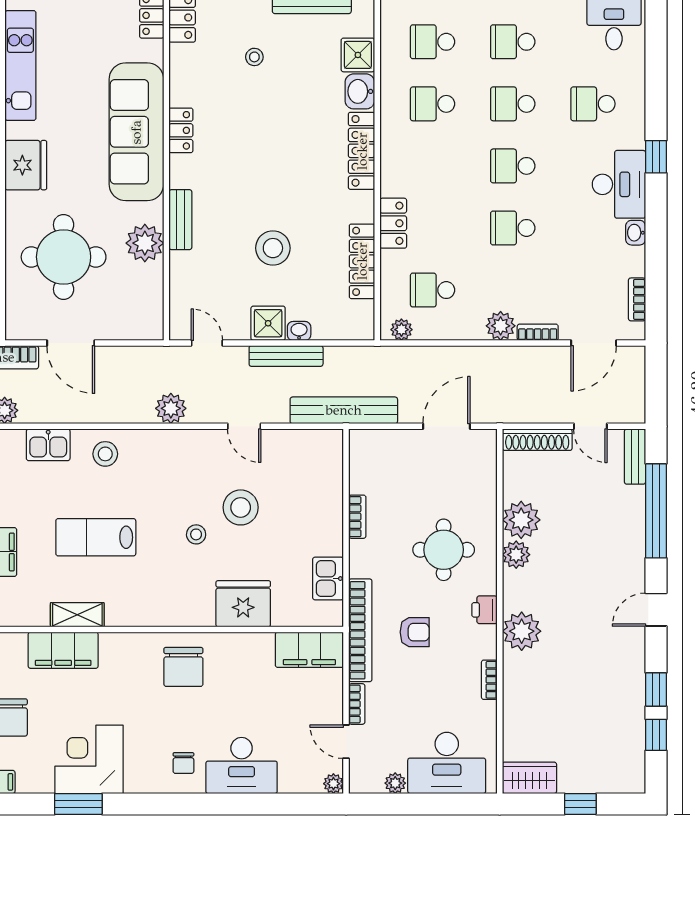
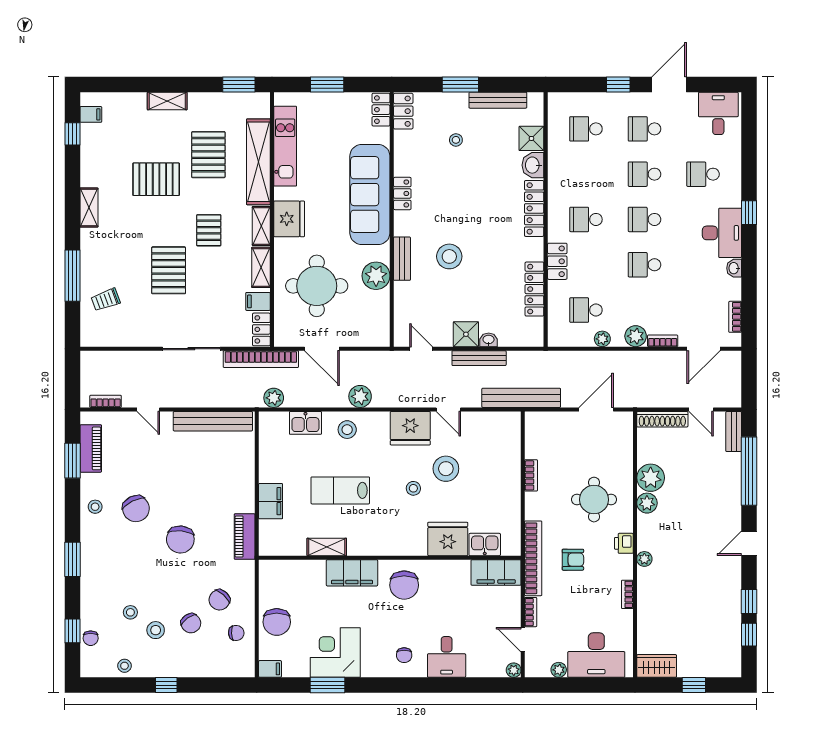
school desk: (433, 104) -> (586, 219), moved
stool: (273, 248) -> (449, 256), moved
plant: (401, 330) -> (602, 339), moved
plant: (171, 408) -> (360, 396), moved
fridge: (192, 452) -> (410, 428), added
kitchen sink: (328, 579) -> (485, 545), moved, turned 90
plant: (522, 631) -> (644, 559), width x0.53, depth x0.53
filing cabinet: (63, 650) -> (352, 573), moved
desk: (242, 766) -> (447, 657), width x0.73

